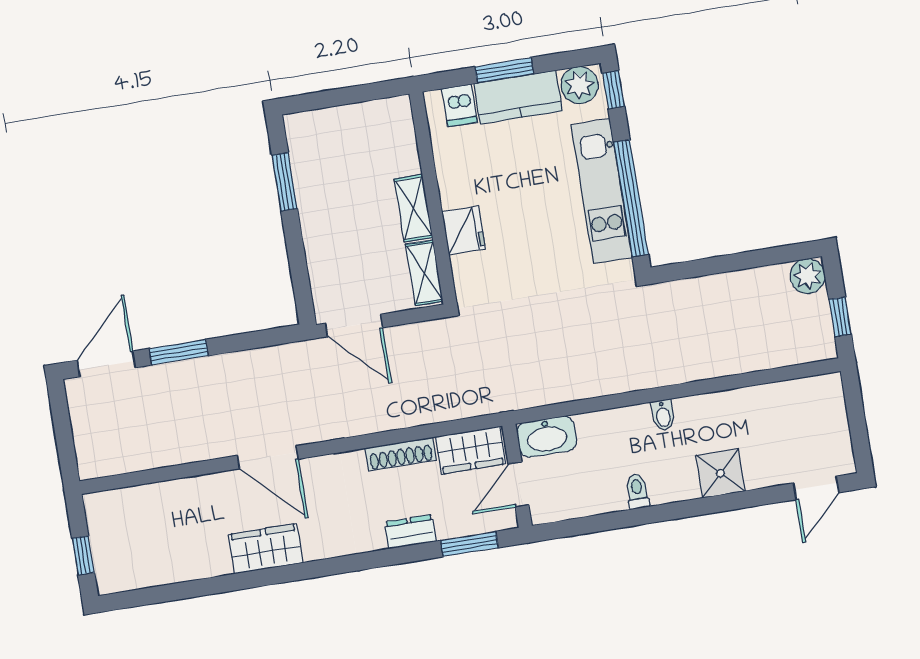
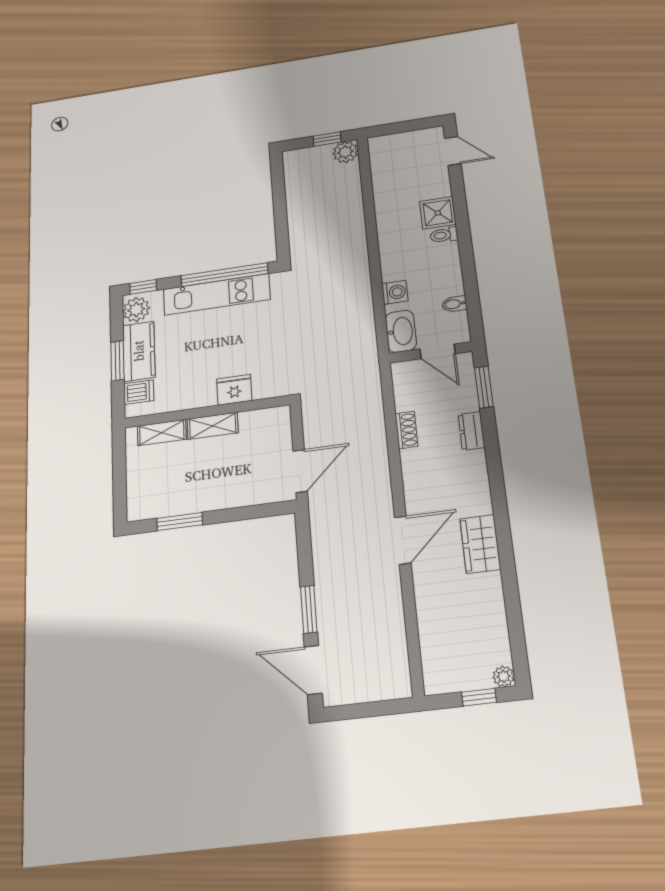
shelving: (424, 273) -> (162, 433), moved
plant: (808, 276) -> (345, 152), moved
bidet: (663, 415) -> (454, 304), moved, turned 180
washing machine: (603, 425) -> (395, 292), added
wardrobe: (471, 450) -> (408, 386), removed
shoe rack: (401, 454) -> (406, 430), width x0.70
toilet: (637, 491) -> (444, 235), moved
plant: (108, 582) -> (504, 676), added

